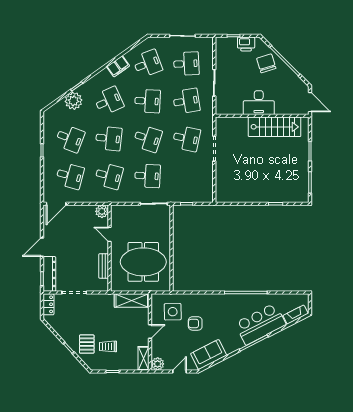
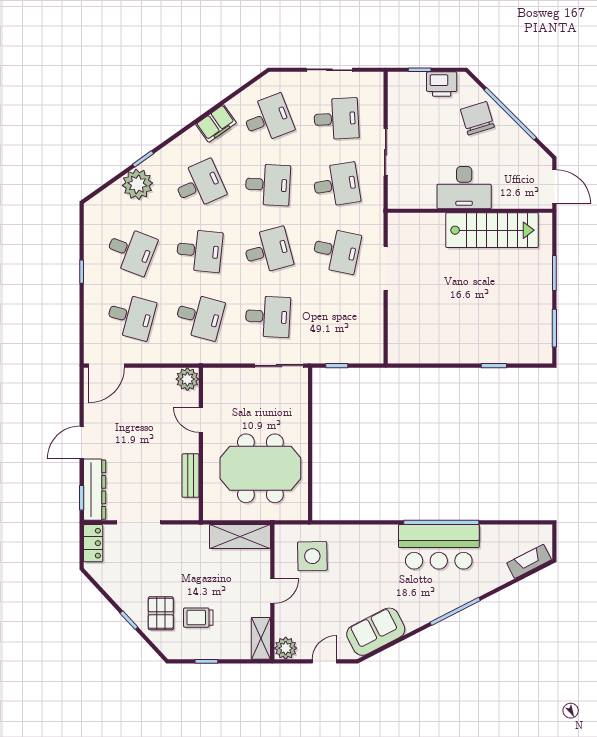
desk: (147, 138) -> (268, 251), turned -33
armchair: (195, 323) -> (352, 577), removed
bar counter: (260, 324) -> (439, 547), moved, turned -153

